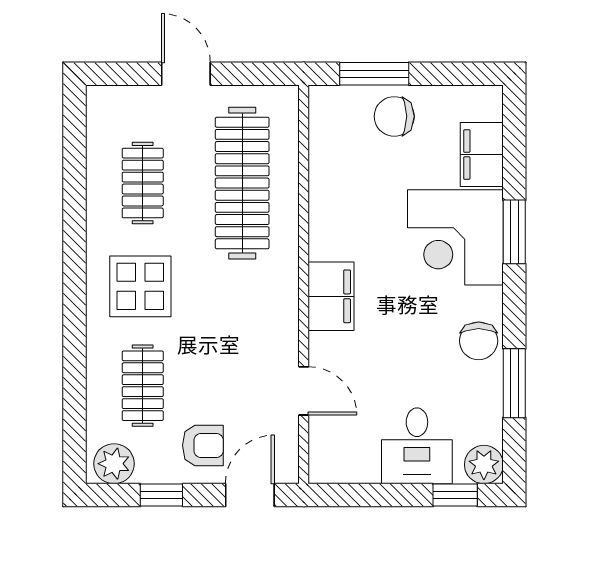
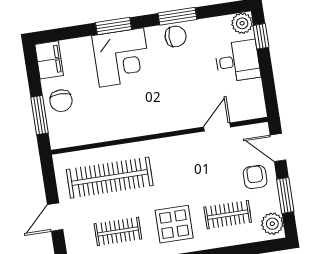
filing cabinet: (482, 155) -> (49, 60), moved, turned -90
filing cabinet: (331, 296) -> (164, 120), removed
window: (514, 383) -> (177, 16), moved
window: (161, 495) -> (285, 195), width x1.50

